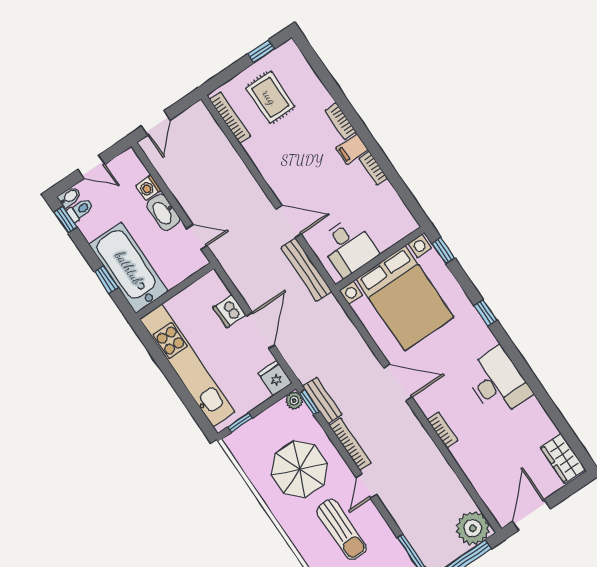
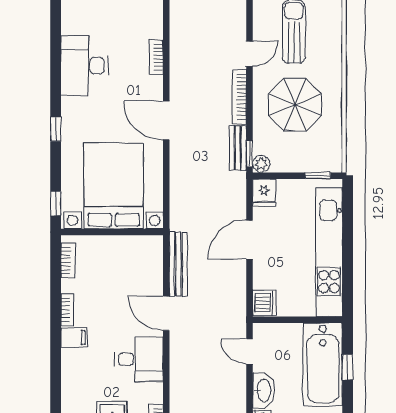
bookcase: (341, 121) -> (68, 260), moved
desk: (348, 247) -> (139, 359), moved, turned 90
dishwasher: (229, 311) -> (264, 303), moved

